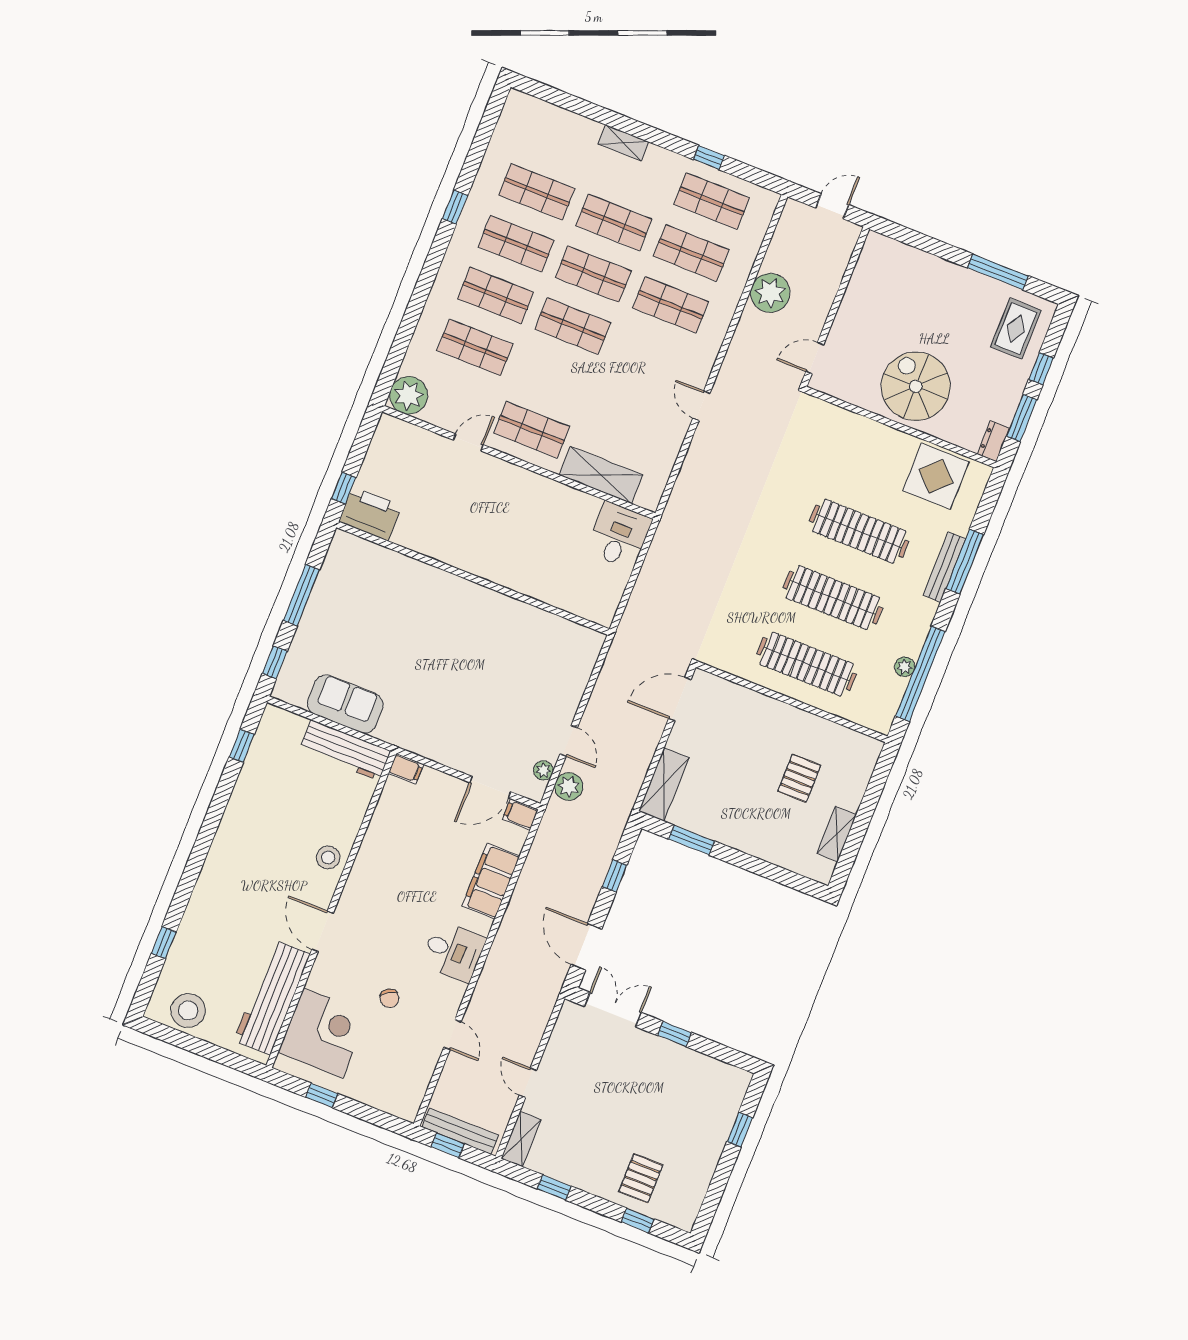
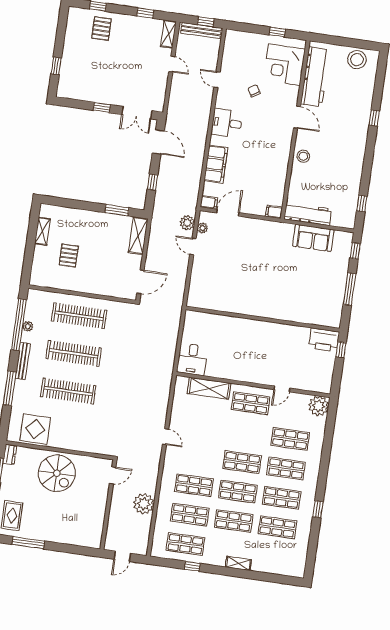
bench: (944, 567) -> (23, 361), moved
window: (164, 943) -> (374, 118), moved

